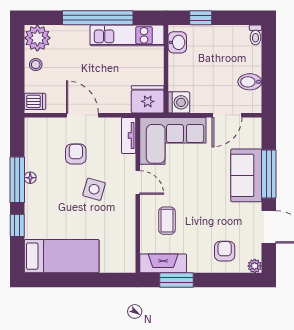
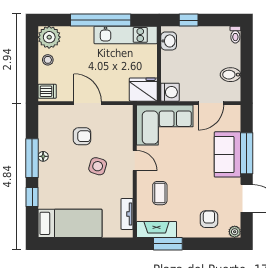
tv unit: (129, 136) -> (127, 214), moved
armchair: (76, 154) -> (82, 136), turned 90

